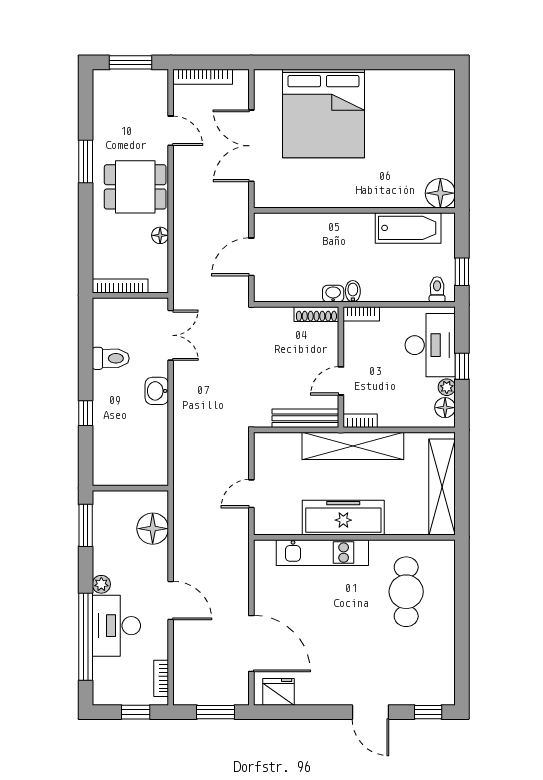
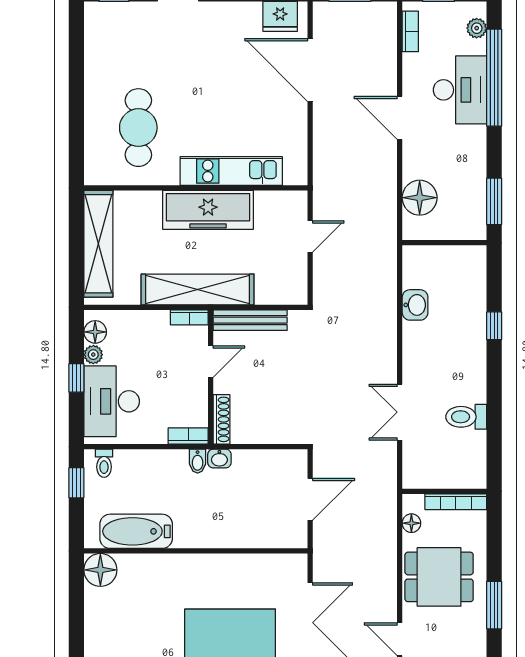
bookcase: (120, 286) -> (456, 502), moved
wall: (130, 295) -> (444, 491), moved
shoe rack: (316, 314) -> (222, 419), moved, turned 90
toilet: (111, 358) -> (466, 417), moved
washbasin: (157, 391) -> (415, 305), moved
plant: (101, 584) -> (477, 28), moved

